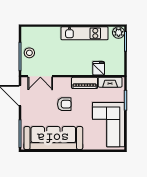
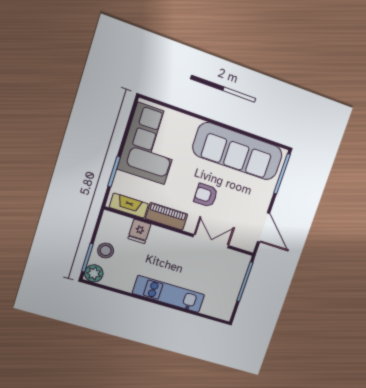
kitchen unit: (84, 33) -> (169, 294), moved
stool: (29, 53) -> (106, 250), moved
double door: (40, 76) -> (211, 241), moved

